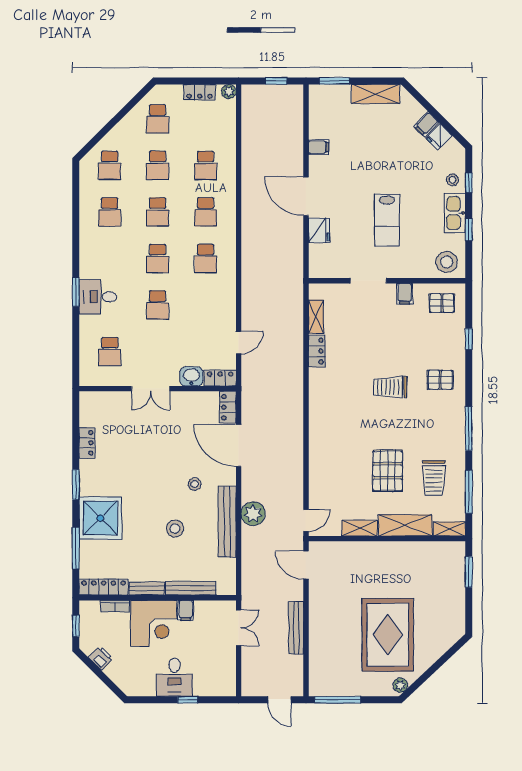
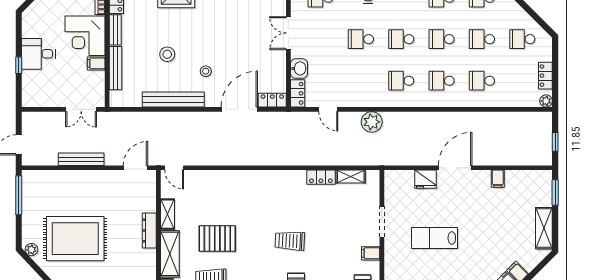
trolley: (390, 387) -> (290, 241), turned -87
plant: (253, 514) -> (372, 122), moved
dresser: (378, 549) -> (149, 231), added

